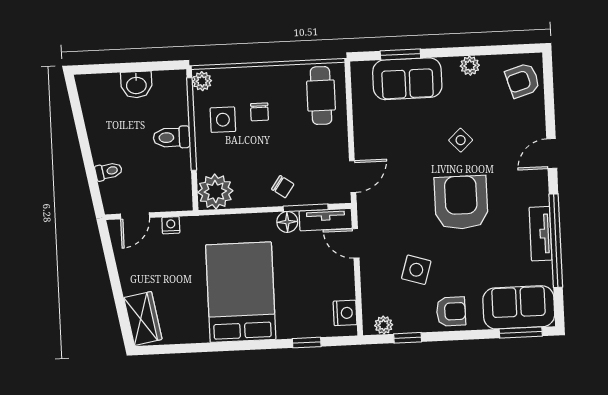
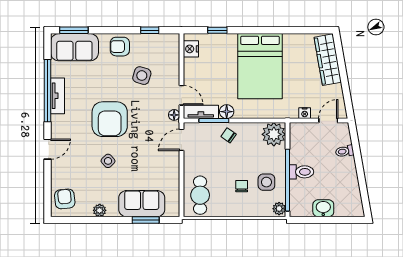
armchair: (523, 80) -> (65, 199), turned -79
floor lamp: (365, 213) -> (174, 115), added
wardrobe: (143, 318) -> (328, 60), width x1.50
plant: (384, 325) -> (165, 40), removed

